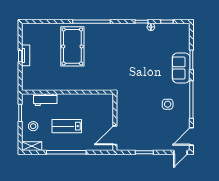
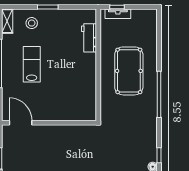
pool table: (72, 46) -> (129, 71), turned 90
wall: (67, 92) -> (98, 65), moved
workbench: (45, 100) -> (89, 38), moved

